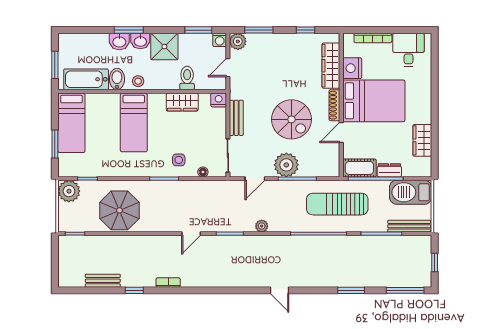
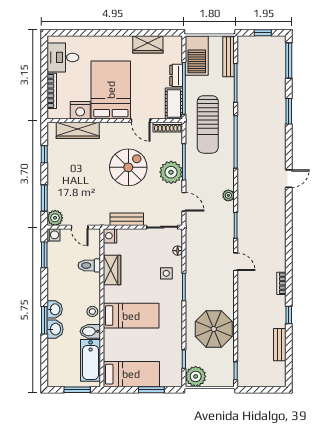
shower: (164, 47) -> (60, 287), removed
shoe rack: (334, 105) -> (168, 127), moved

